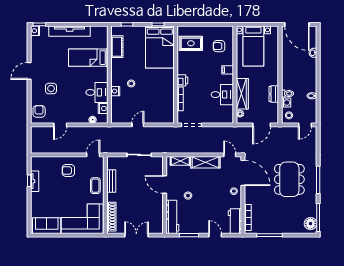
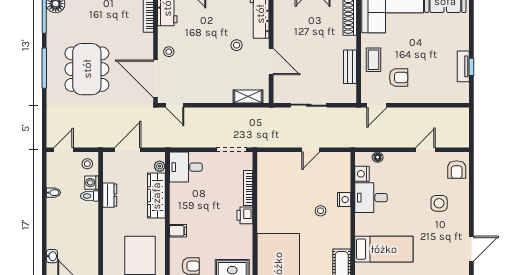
door: (29, 71) -> (471, 249), moved
desk: (222, 95) -> (186, 167), moved
shelving: (205, 162) -> (211, 94), removed
armchair: (68, 170) -> (399, 77), moved

